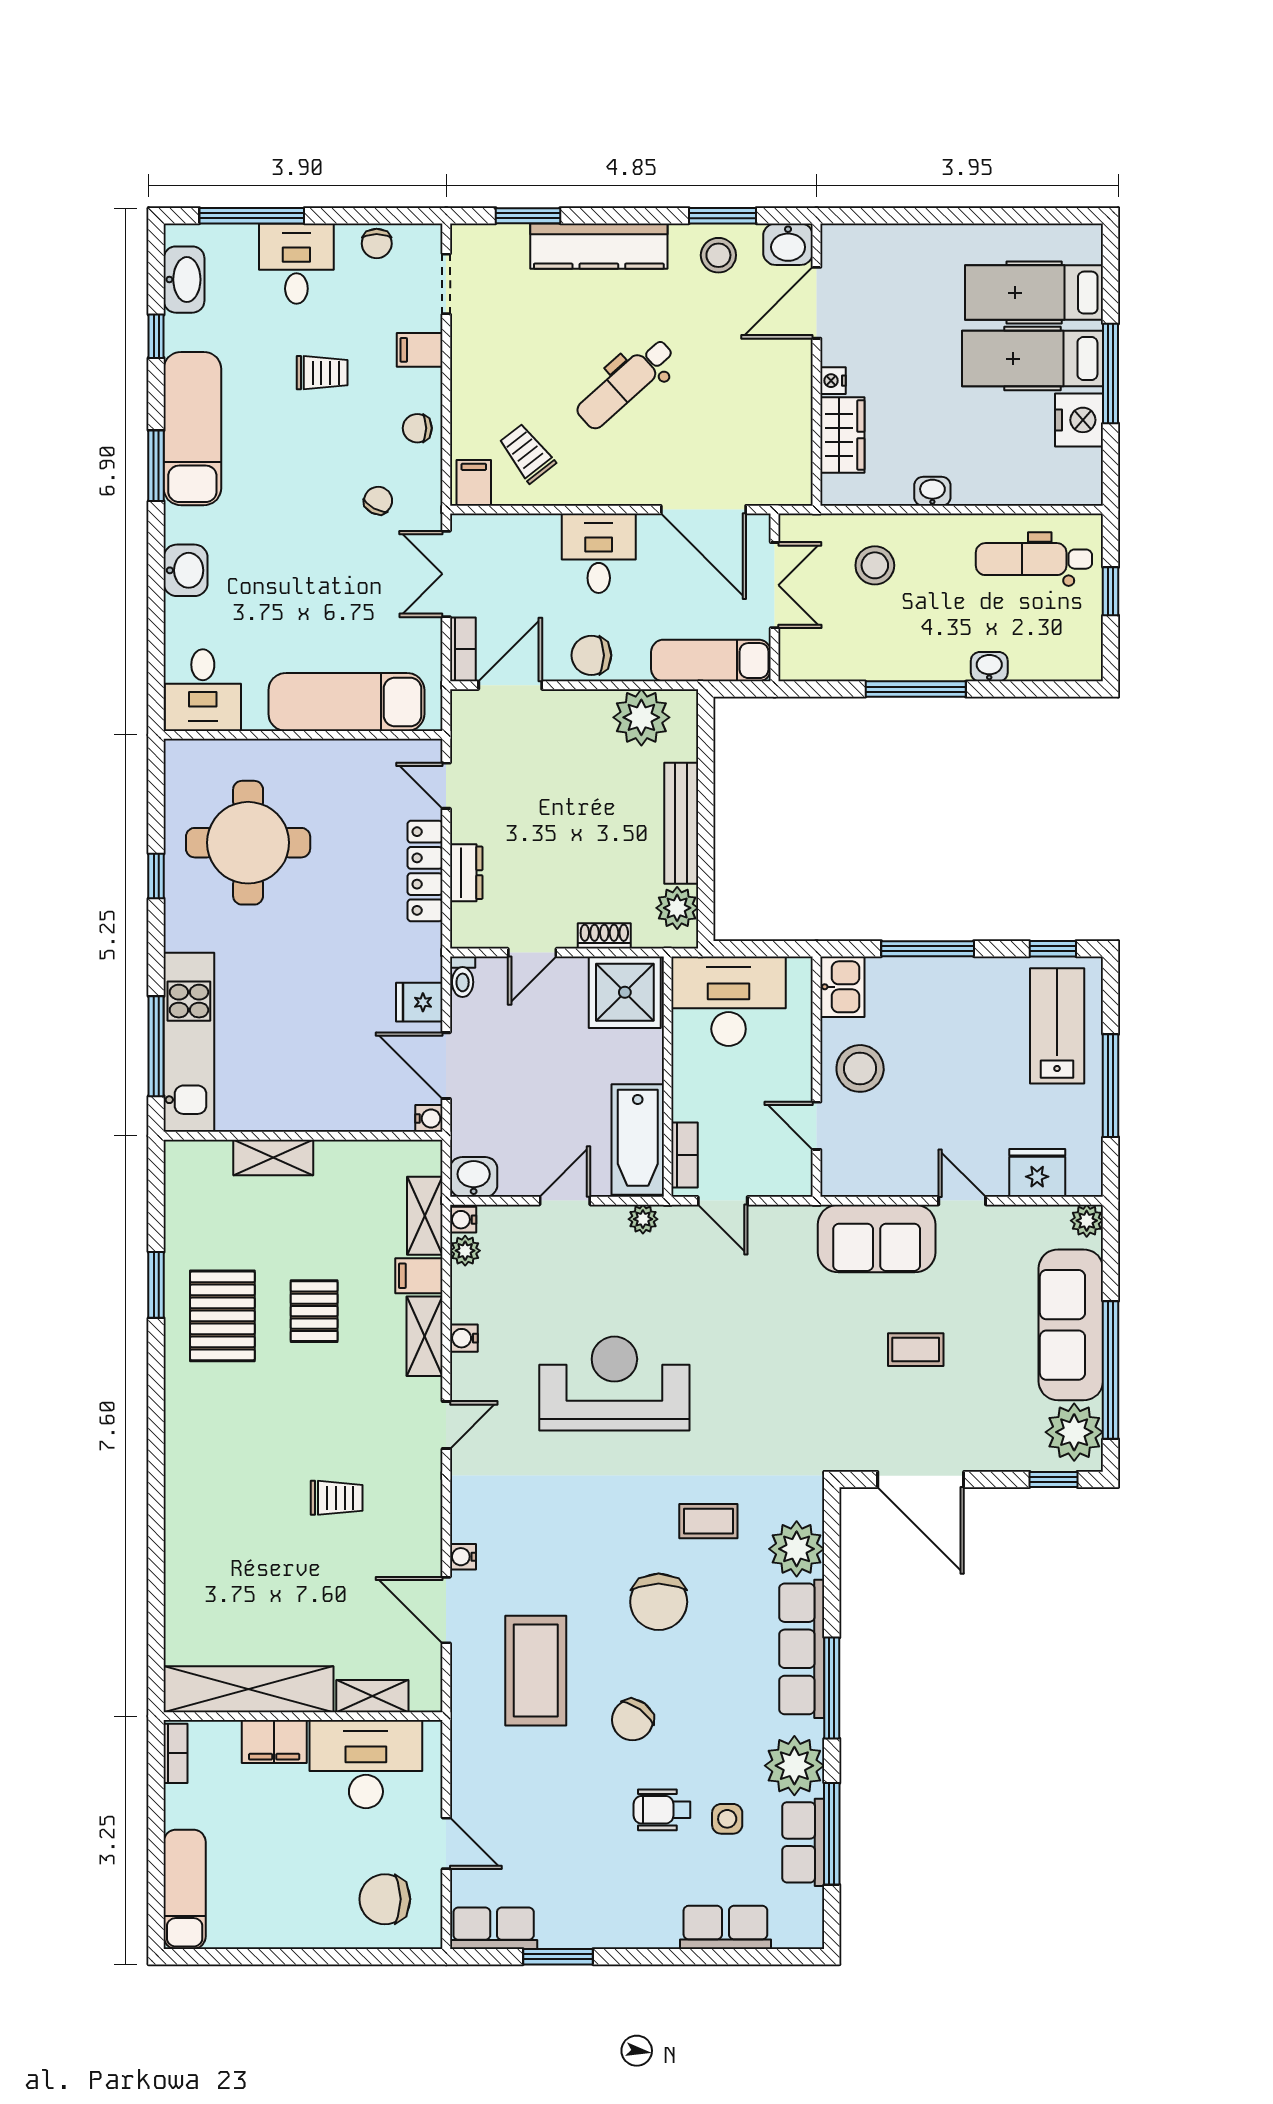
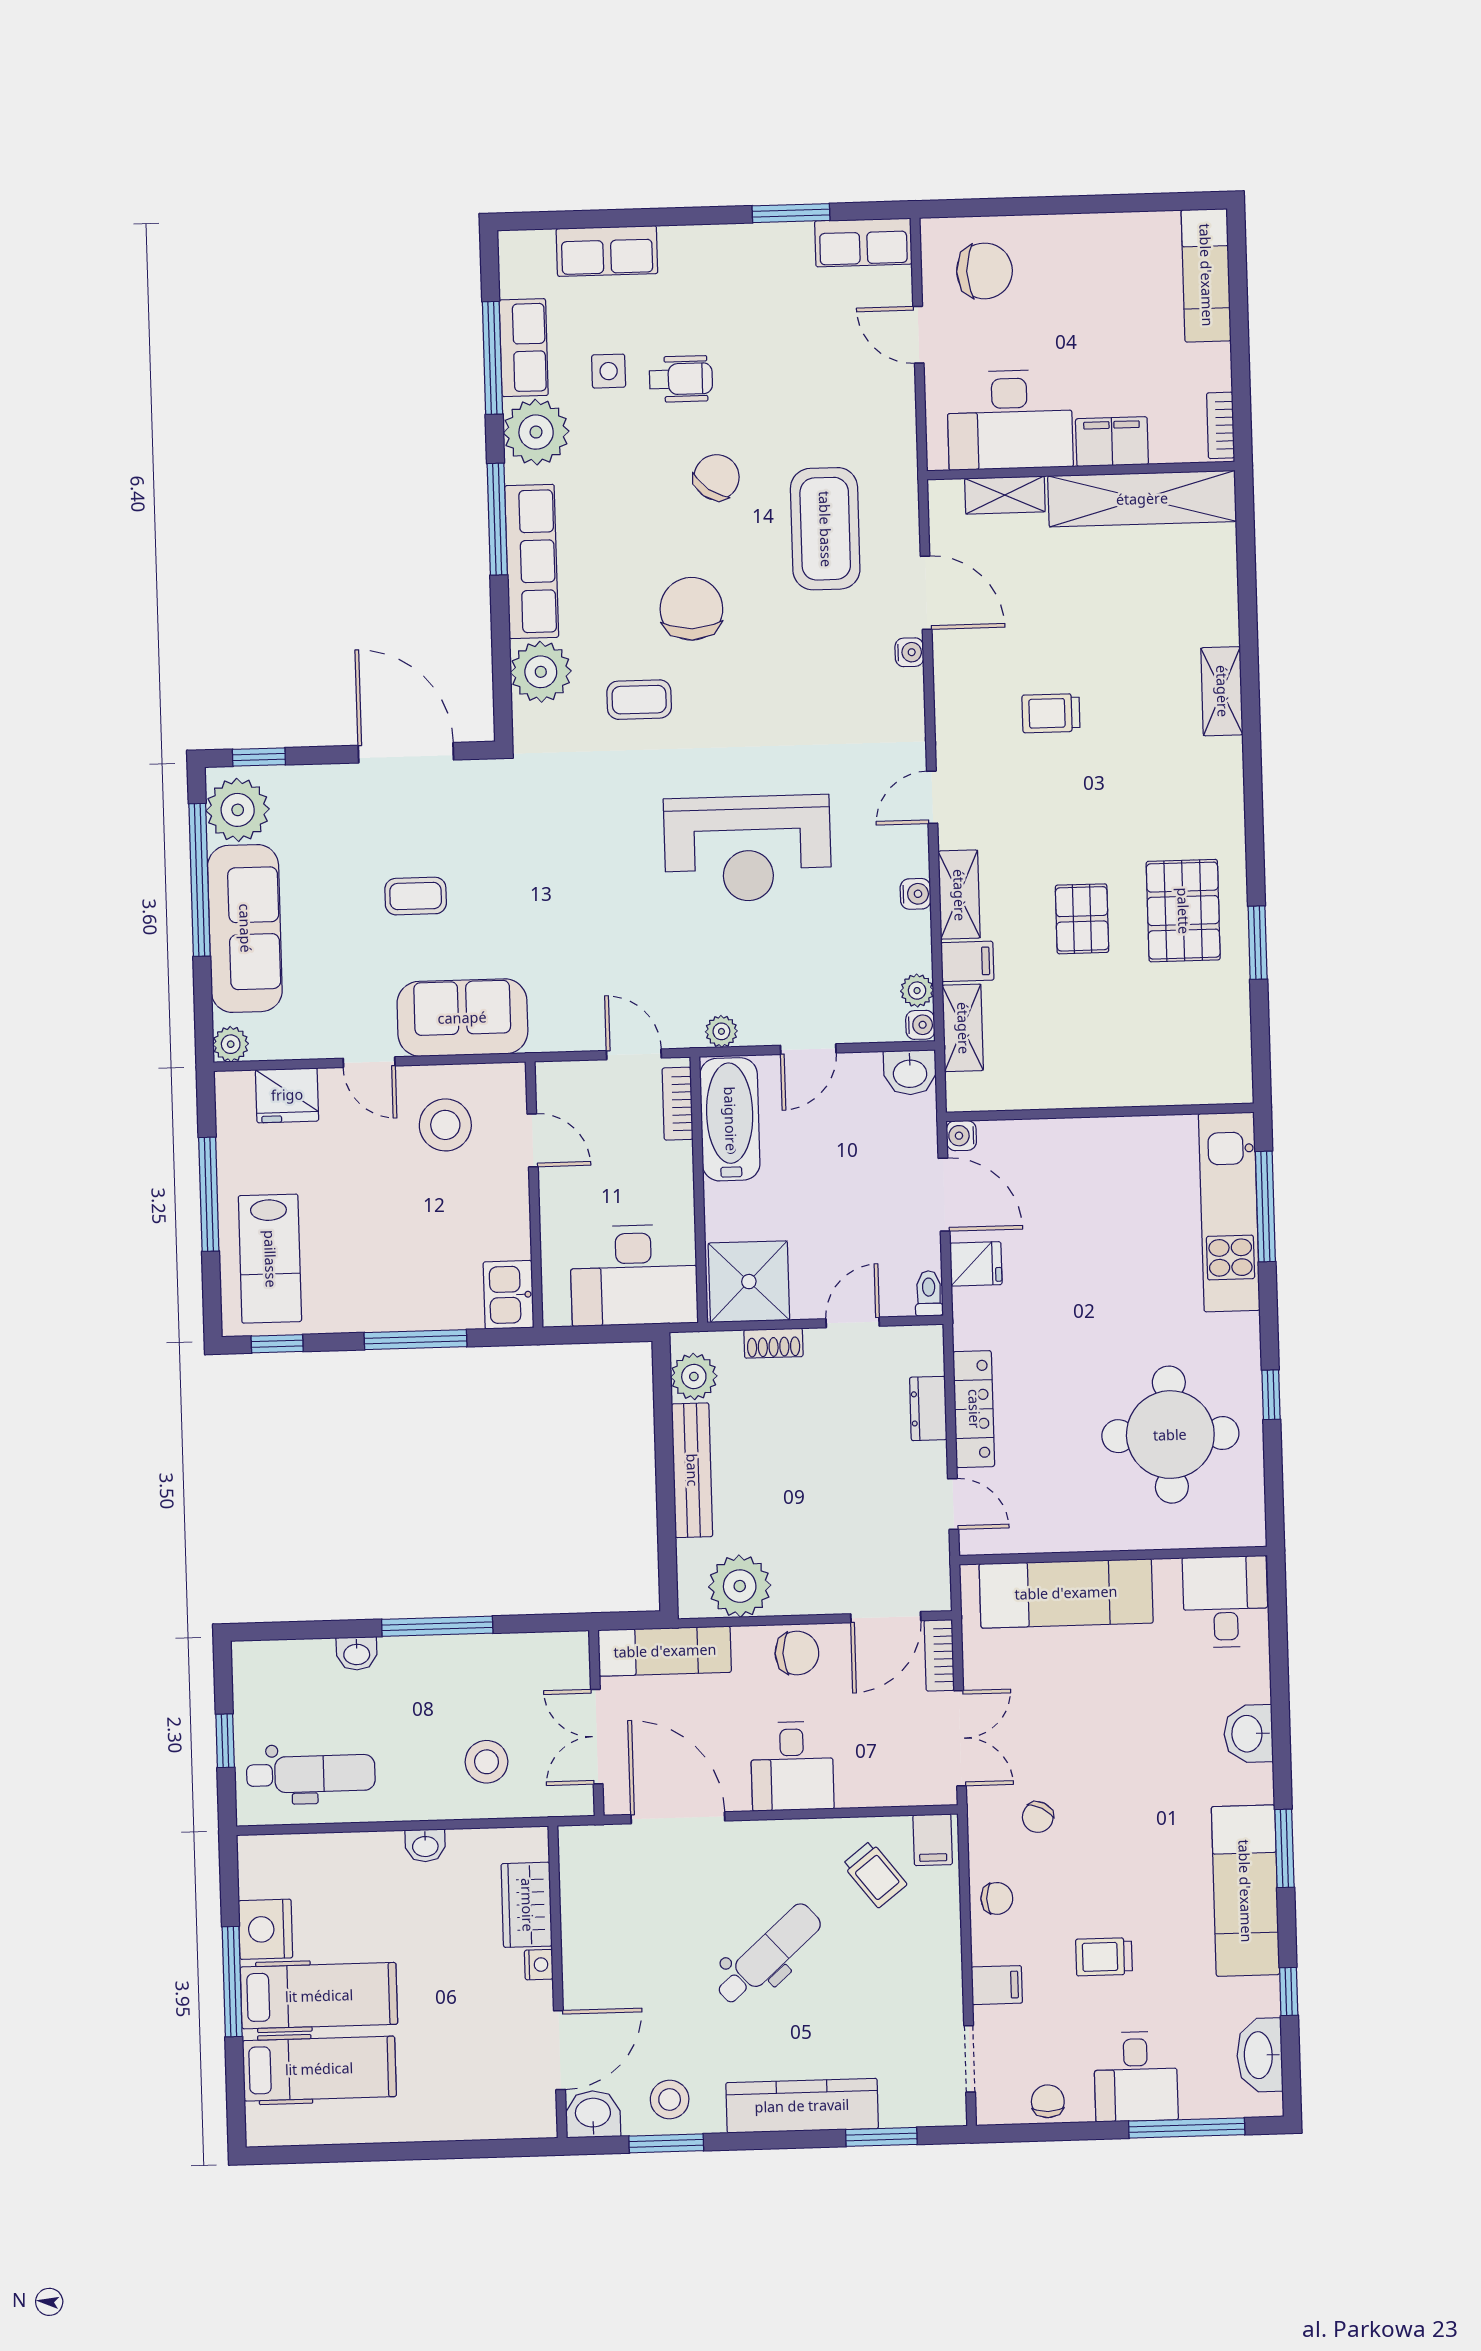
stool: (860, 1068) -> (445, 1125), moved
shelving: (273, 1158) -> (1222, 691), moved, turned 90

